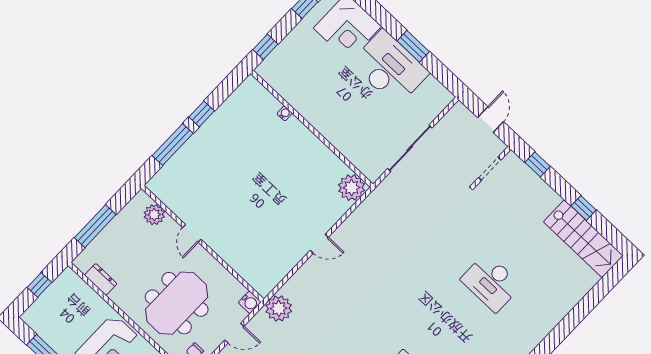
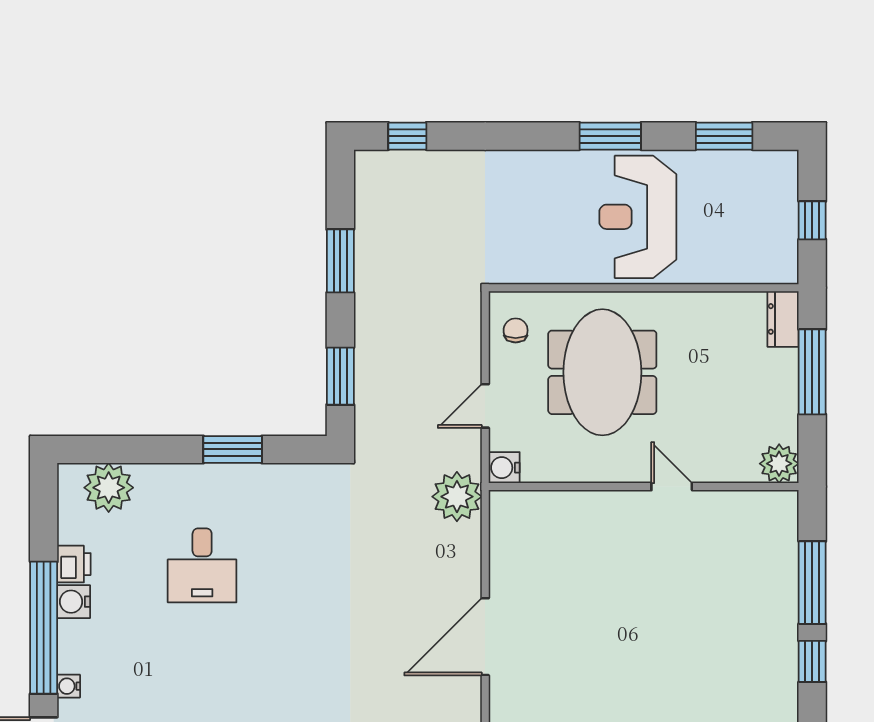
plant: (154, 215) -> (779, 464), moved
door: (319, 244) -> (485, 637), width x1.87
dresser: (101, 279) -> (783, 319), moved, turned 90

